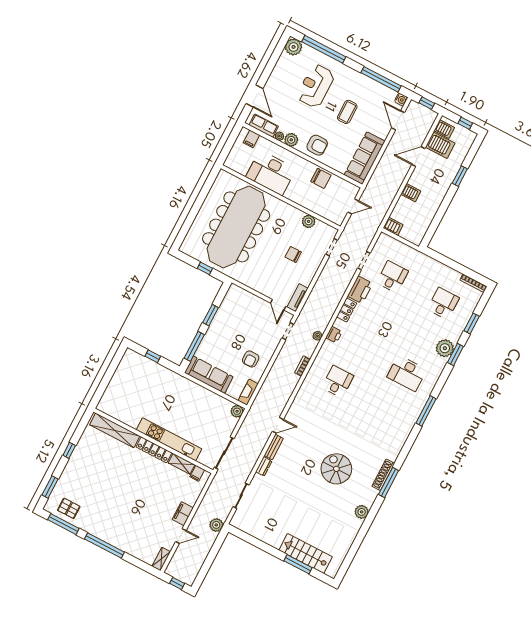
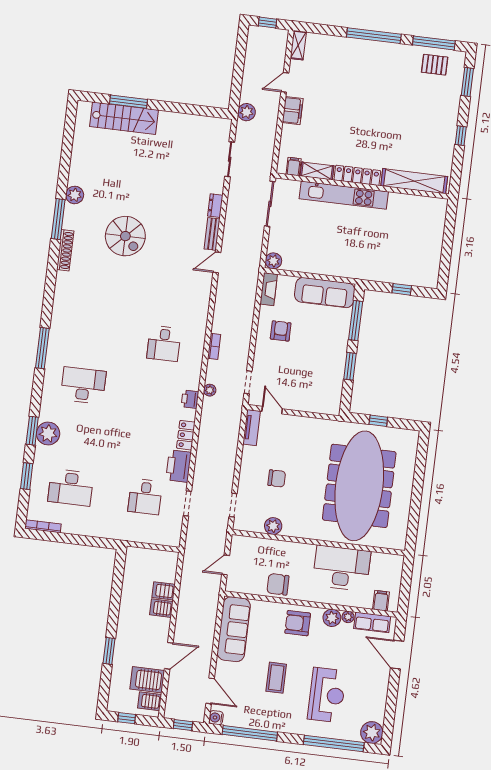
server rack: (393, 226) -> (164, 591), moved
desk: (443, 303) -> (71, 487), width x1.37
window: (389, 483) -> (58, 219), moved

